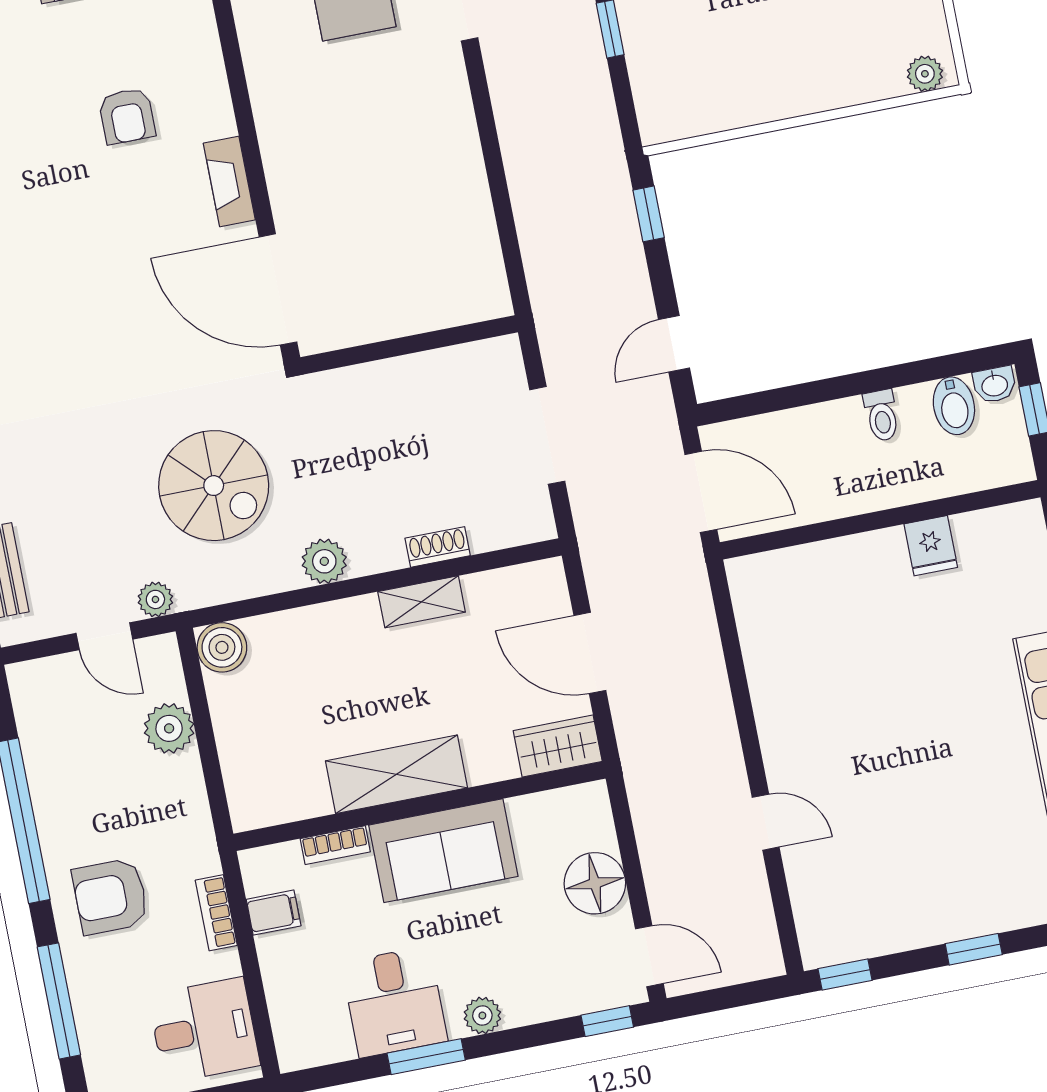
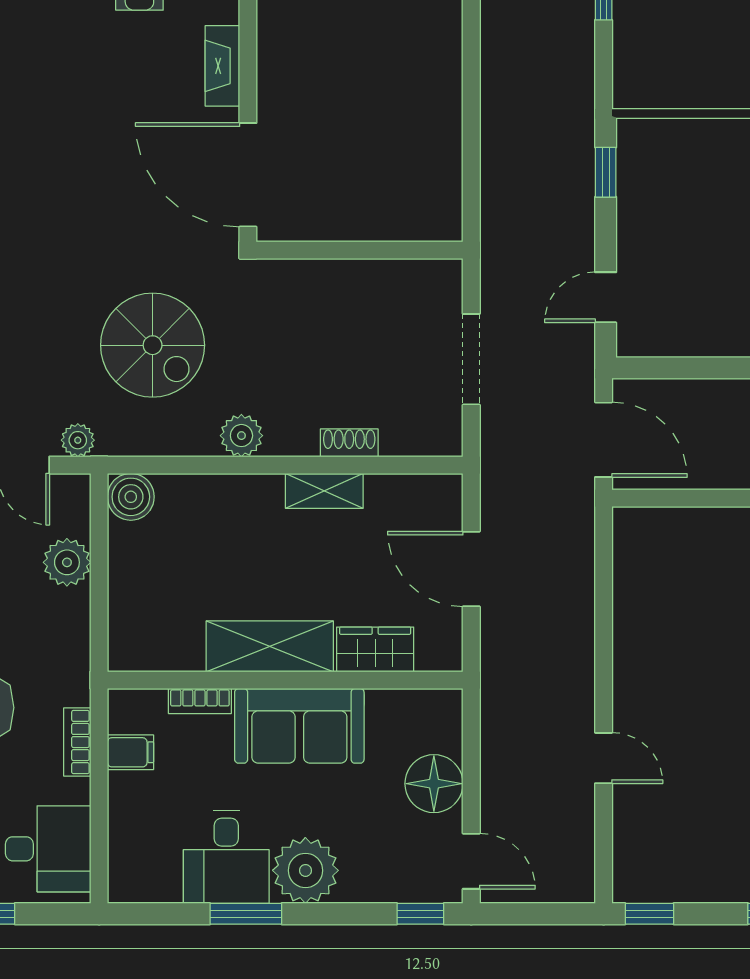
wardrobe: (558, 746) -> (375, 649), moved
plant: (482, 1015) -> (305, 870), width x1.88, depth x1.88

